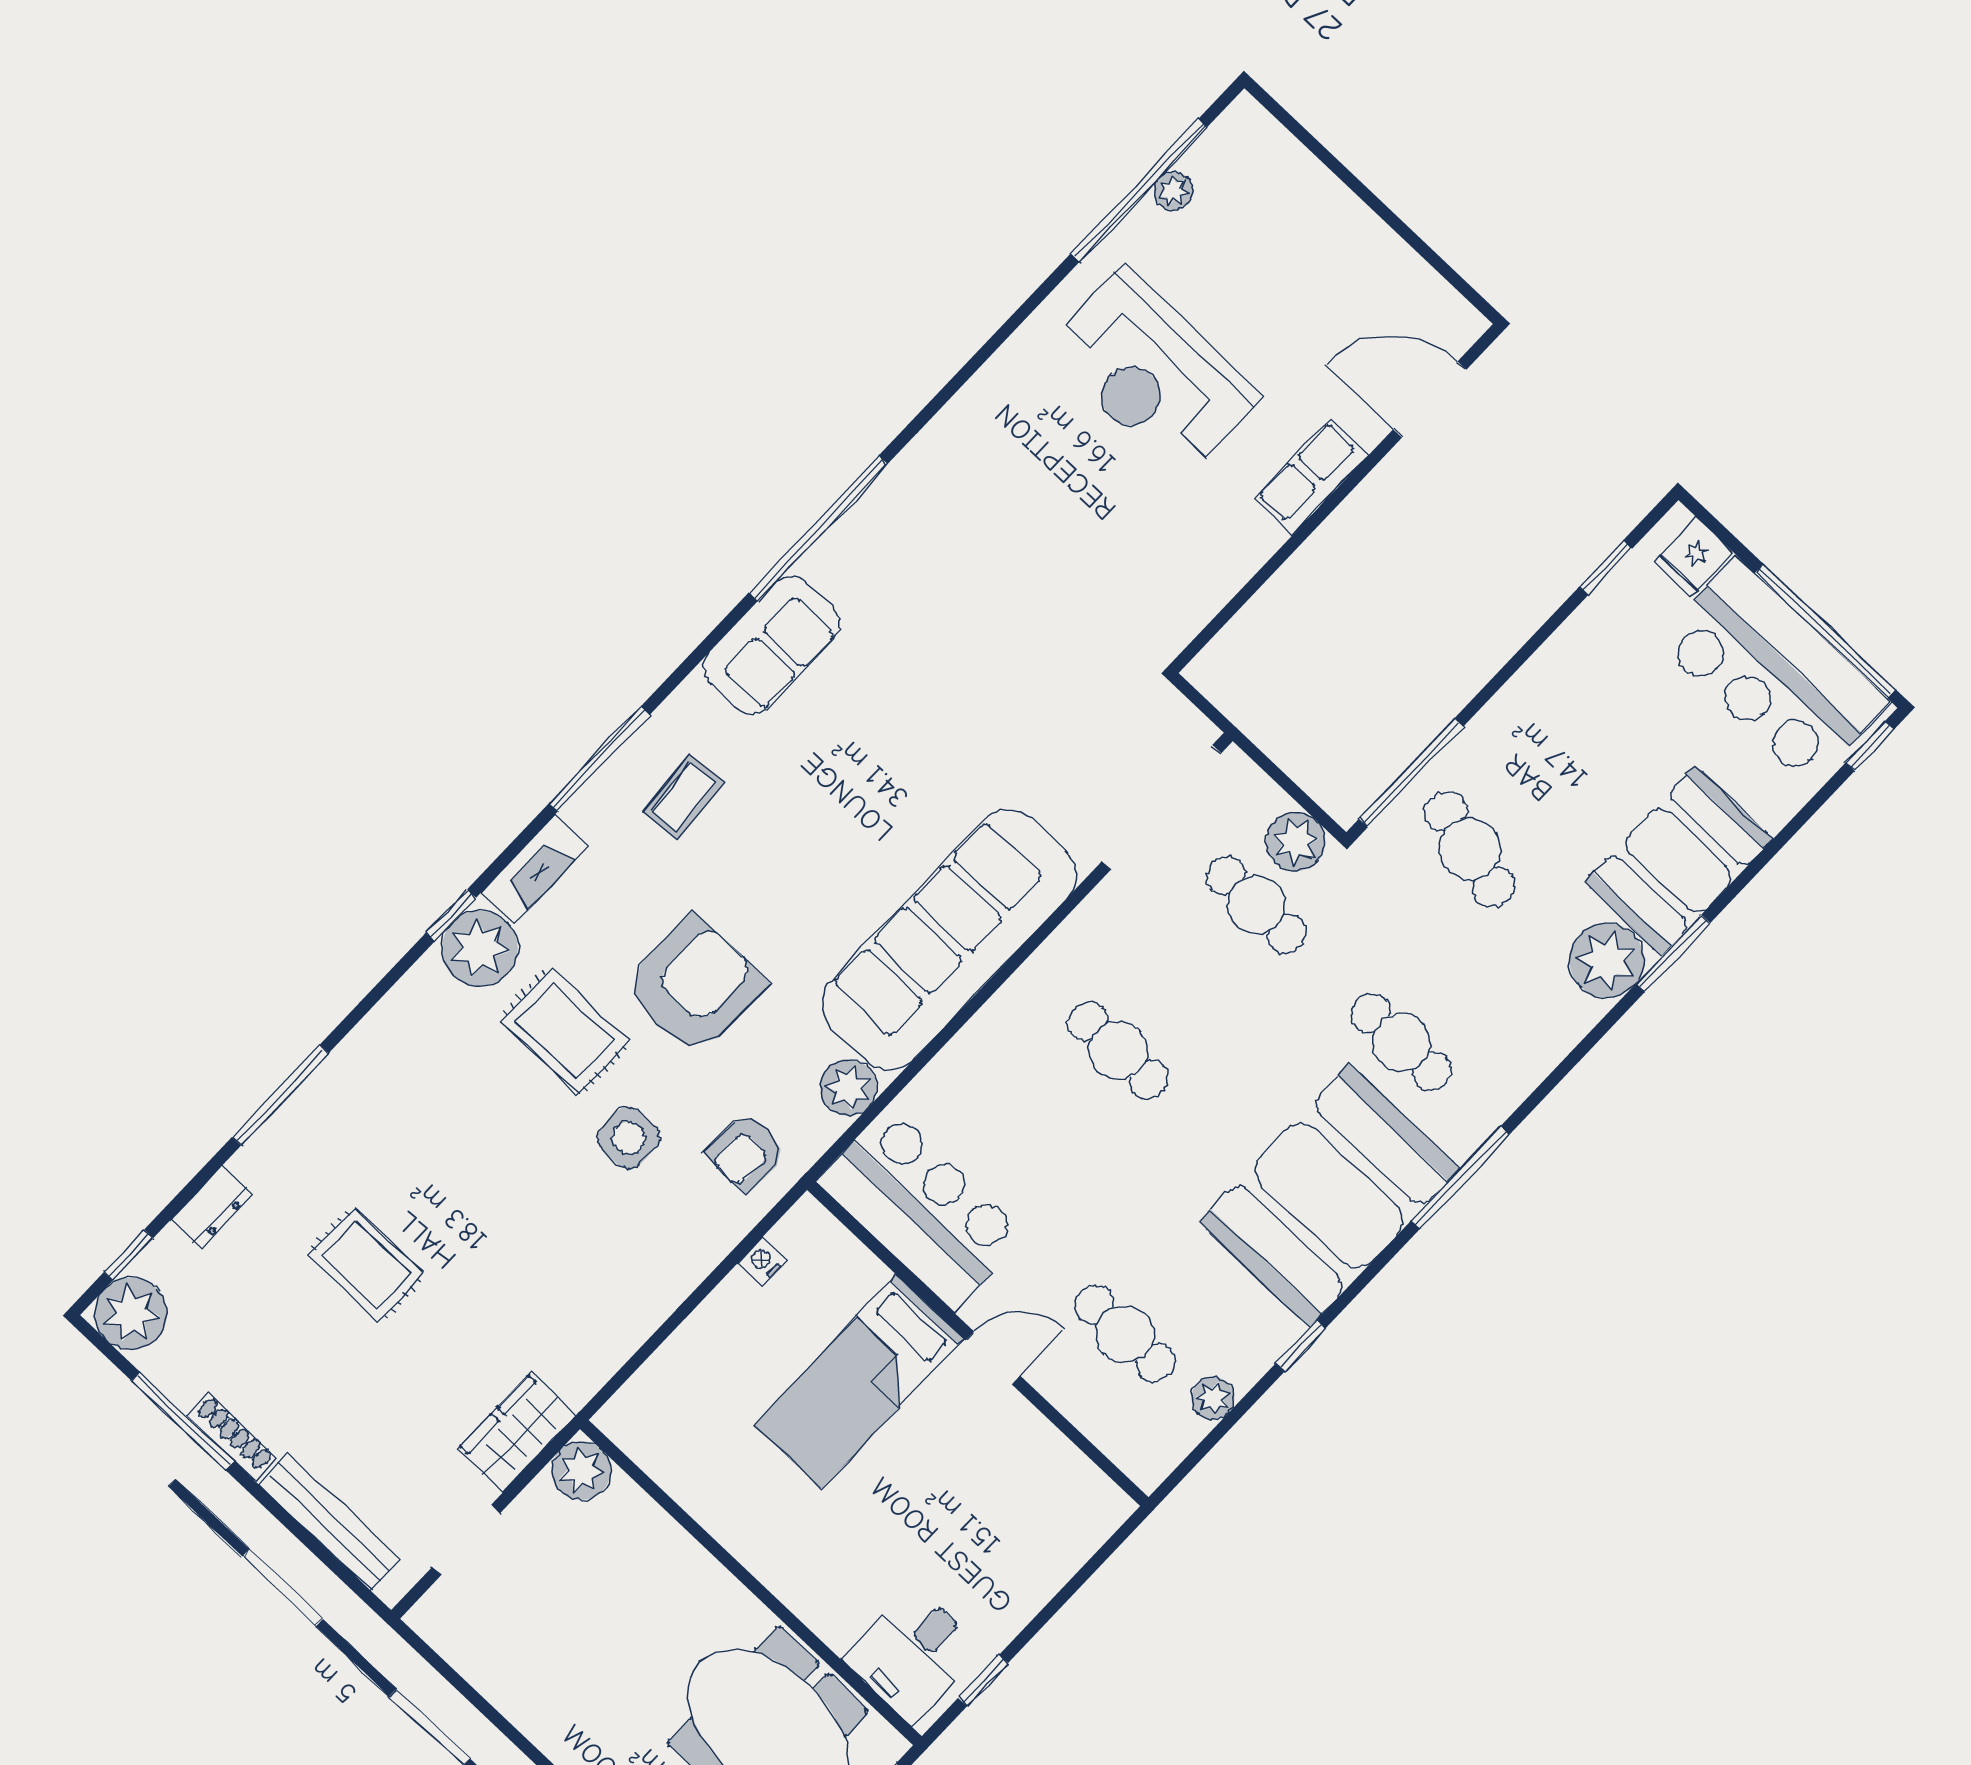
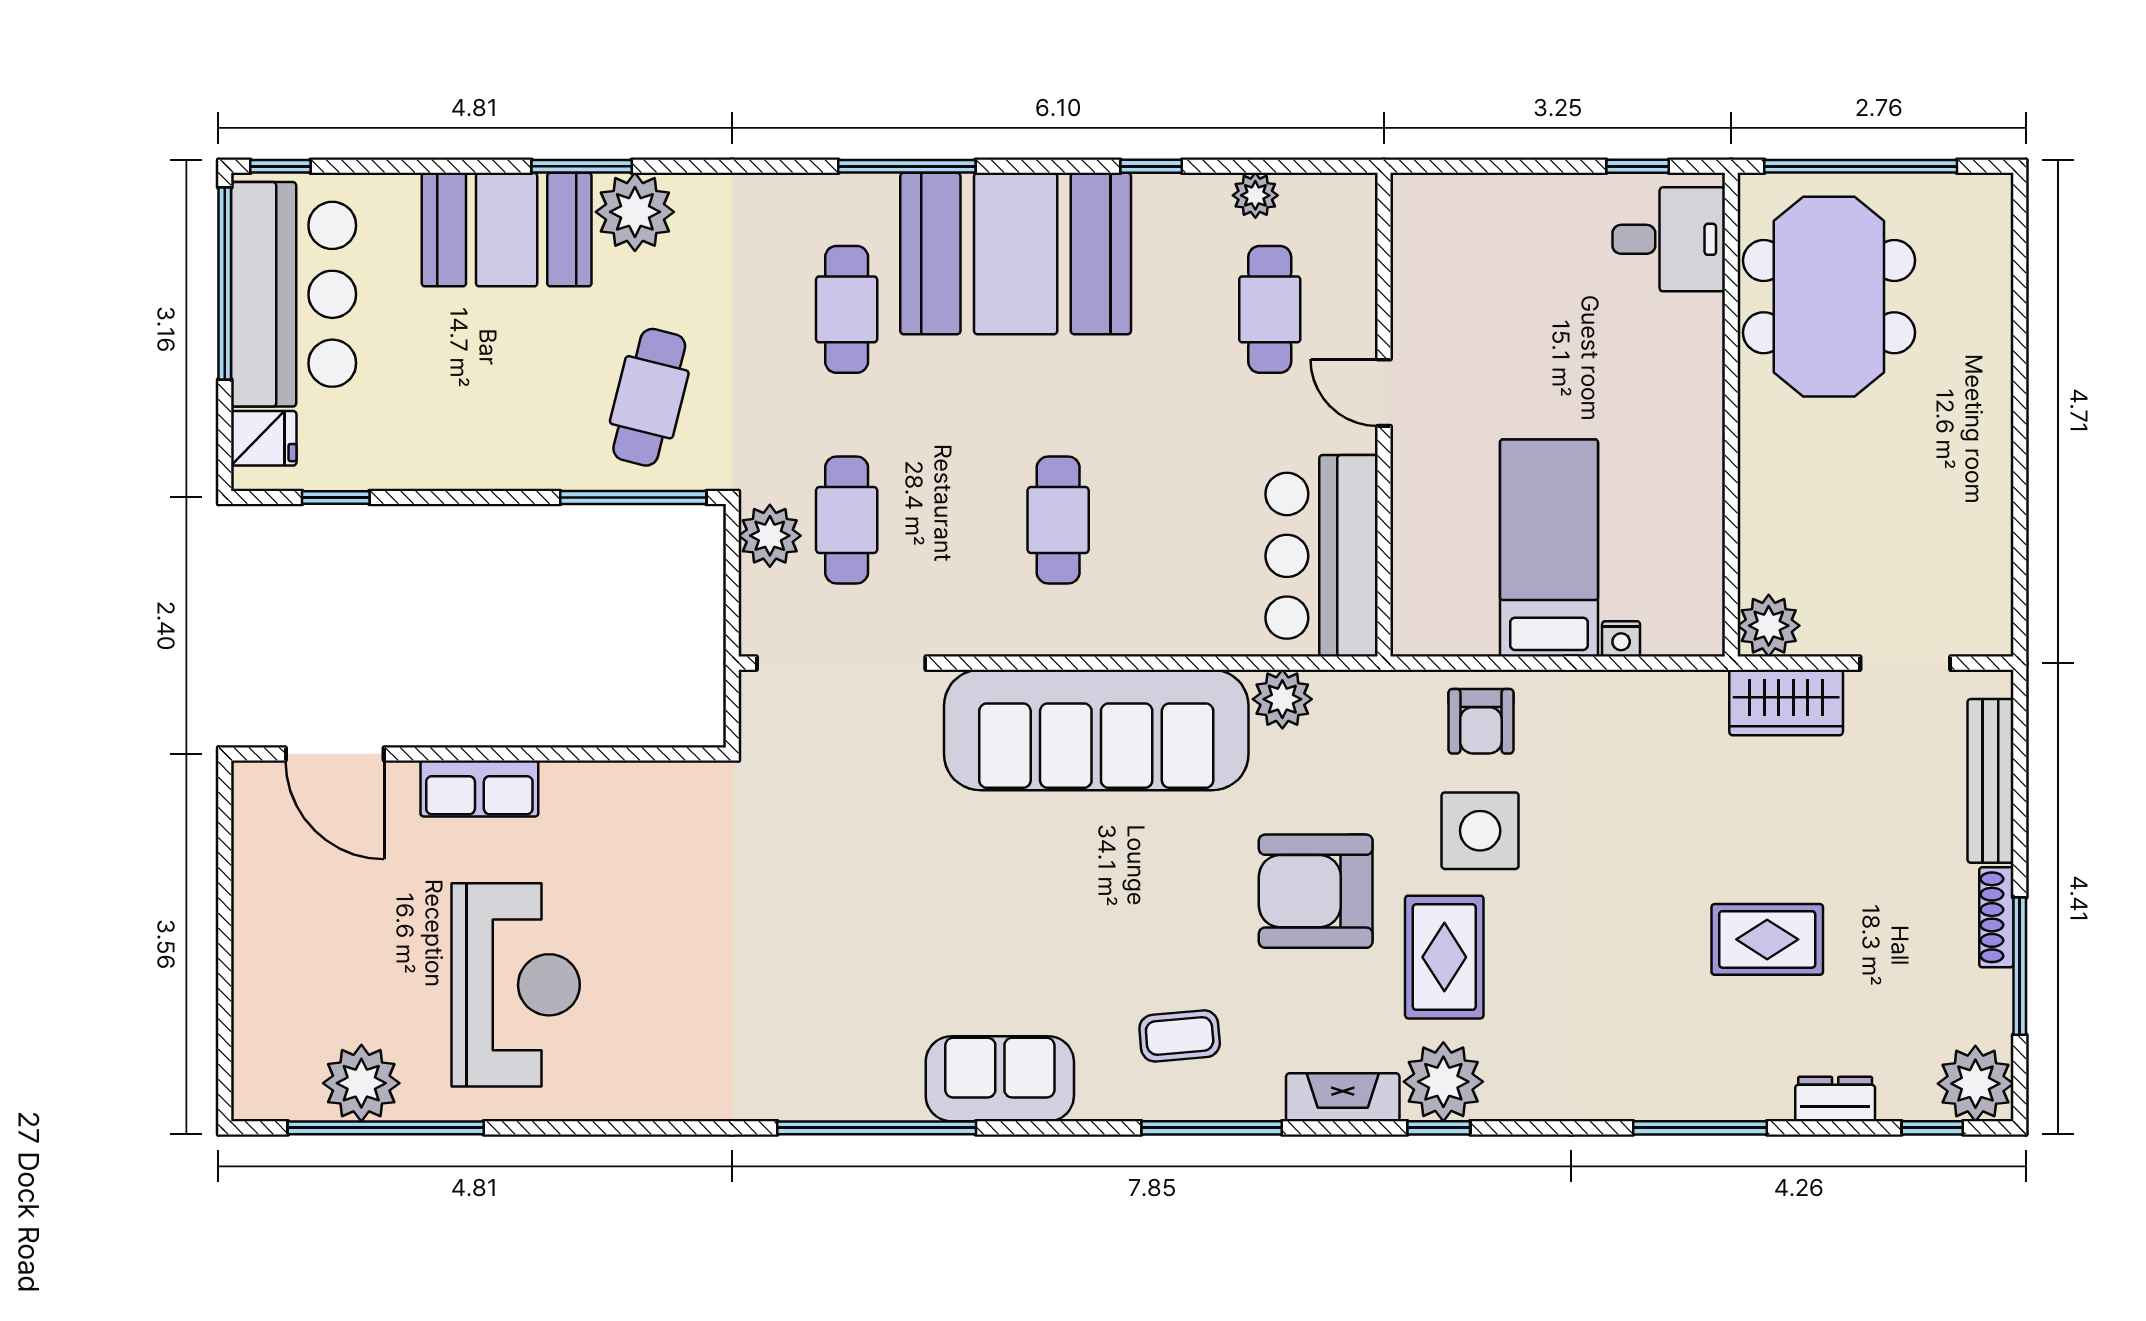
plant: (1173, 191) -> (361, 1083), width x1.88, depth x1.88
side table: (629, 1138) -> (1480, 831), width x1.37, depth x1.37
armchair: (746, 1153) -> (1481, 721), moved, turned 88
nightstand: (763, 1261) -> (1621, 639), moved
rug: (366, 1265) -> (1767, 939), turned 90
bed: (859, 1382) -> (1549, 548), moved, turned -90

